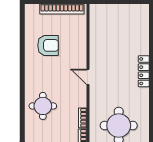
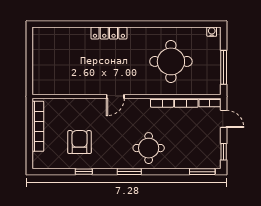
window: (22, 49) -> (84, 172), added
window: (22, 89) -> (129, 172), added

